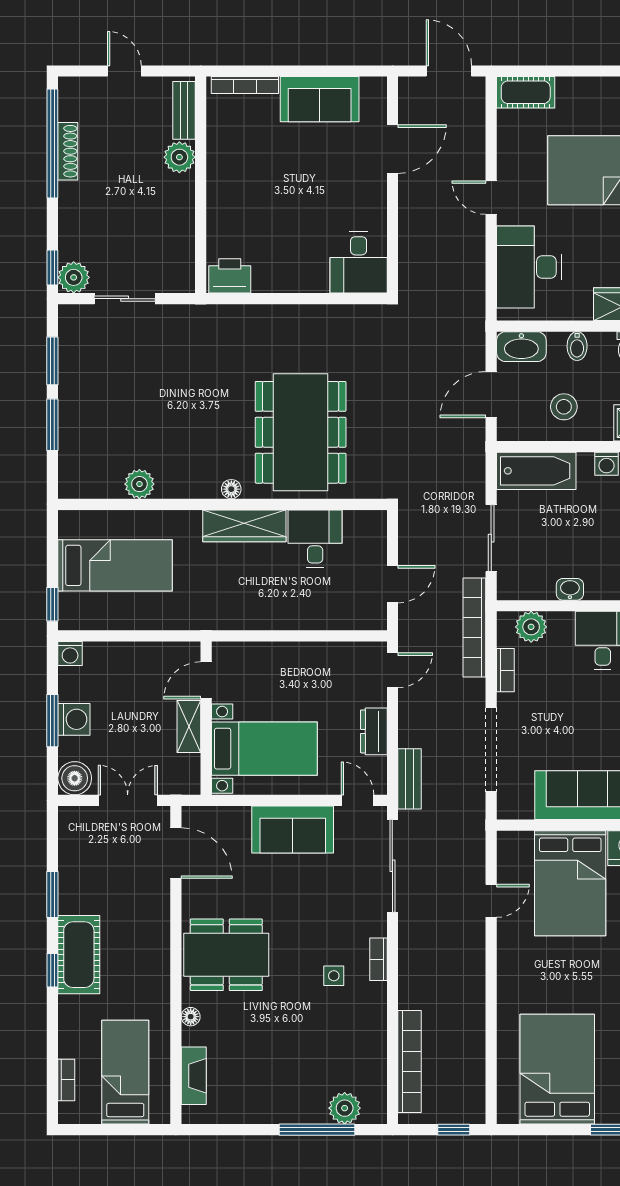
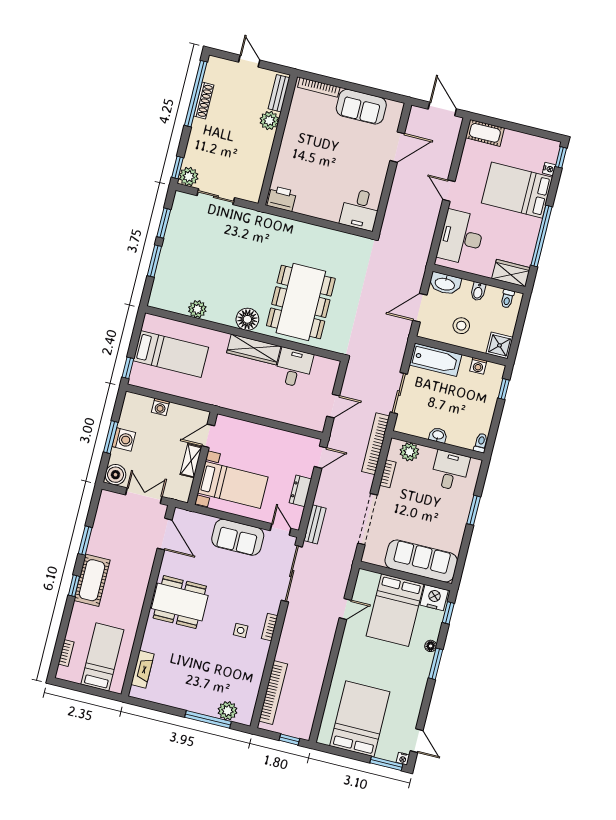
floor lamp: (231, 489) -> (247, 319), width x1.89, depth x1.89
washing machine: (70, 653) -> (160, 407), moved
floor lamp: (191, 1017) -> (149, 634), removed

